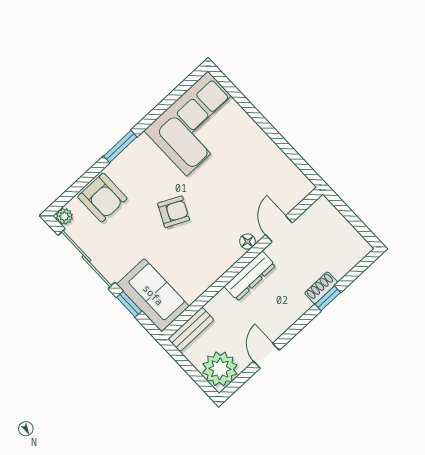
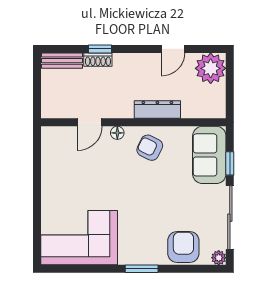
armchair: (174, 212) -> (150, 148), moved
dresser: (250, 276) -> (157, 109), moved
bench: (191, 329) -> (62, 61), moved

